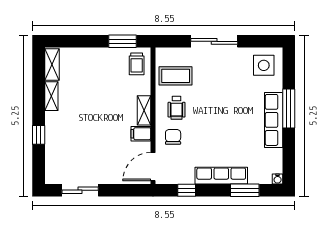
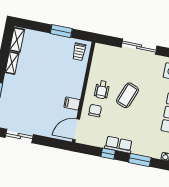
window: (123, 41) -> (61, 31), moved
coffee table: (176, 76) -> (127, 95), moved, turned -69
shelving: (144, 110) -> (78, 87), removed
row of seats: (221, 176) -> (119, 145), width x0.68
window: (187, 190) -> (108, 154), moved

